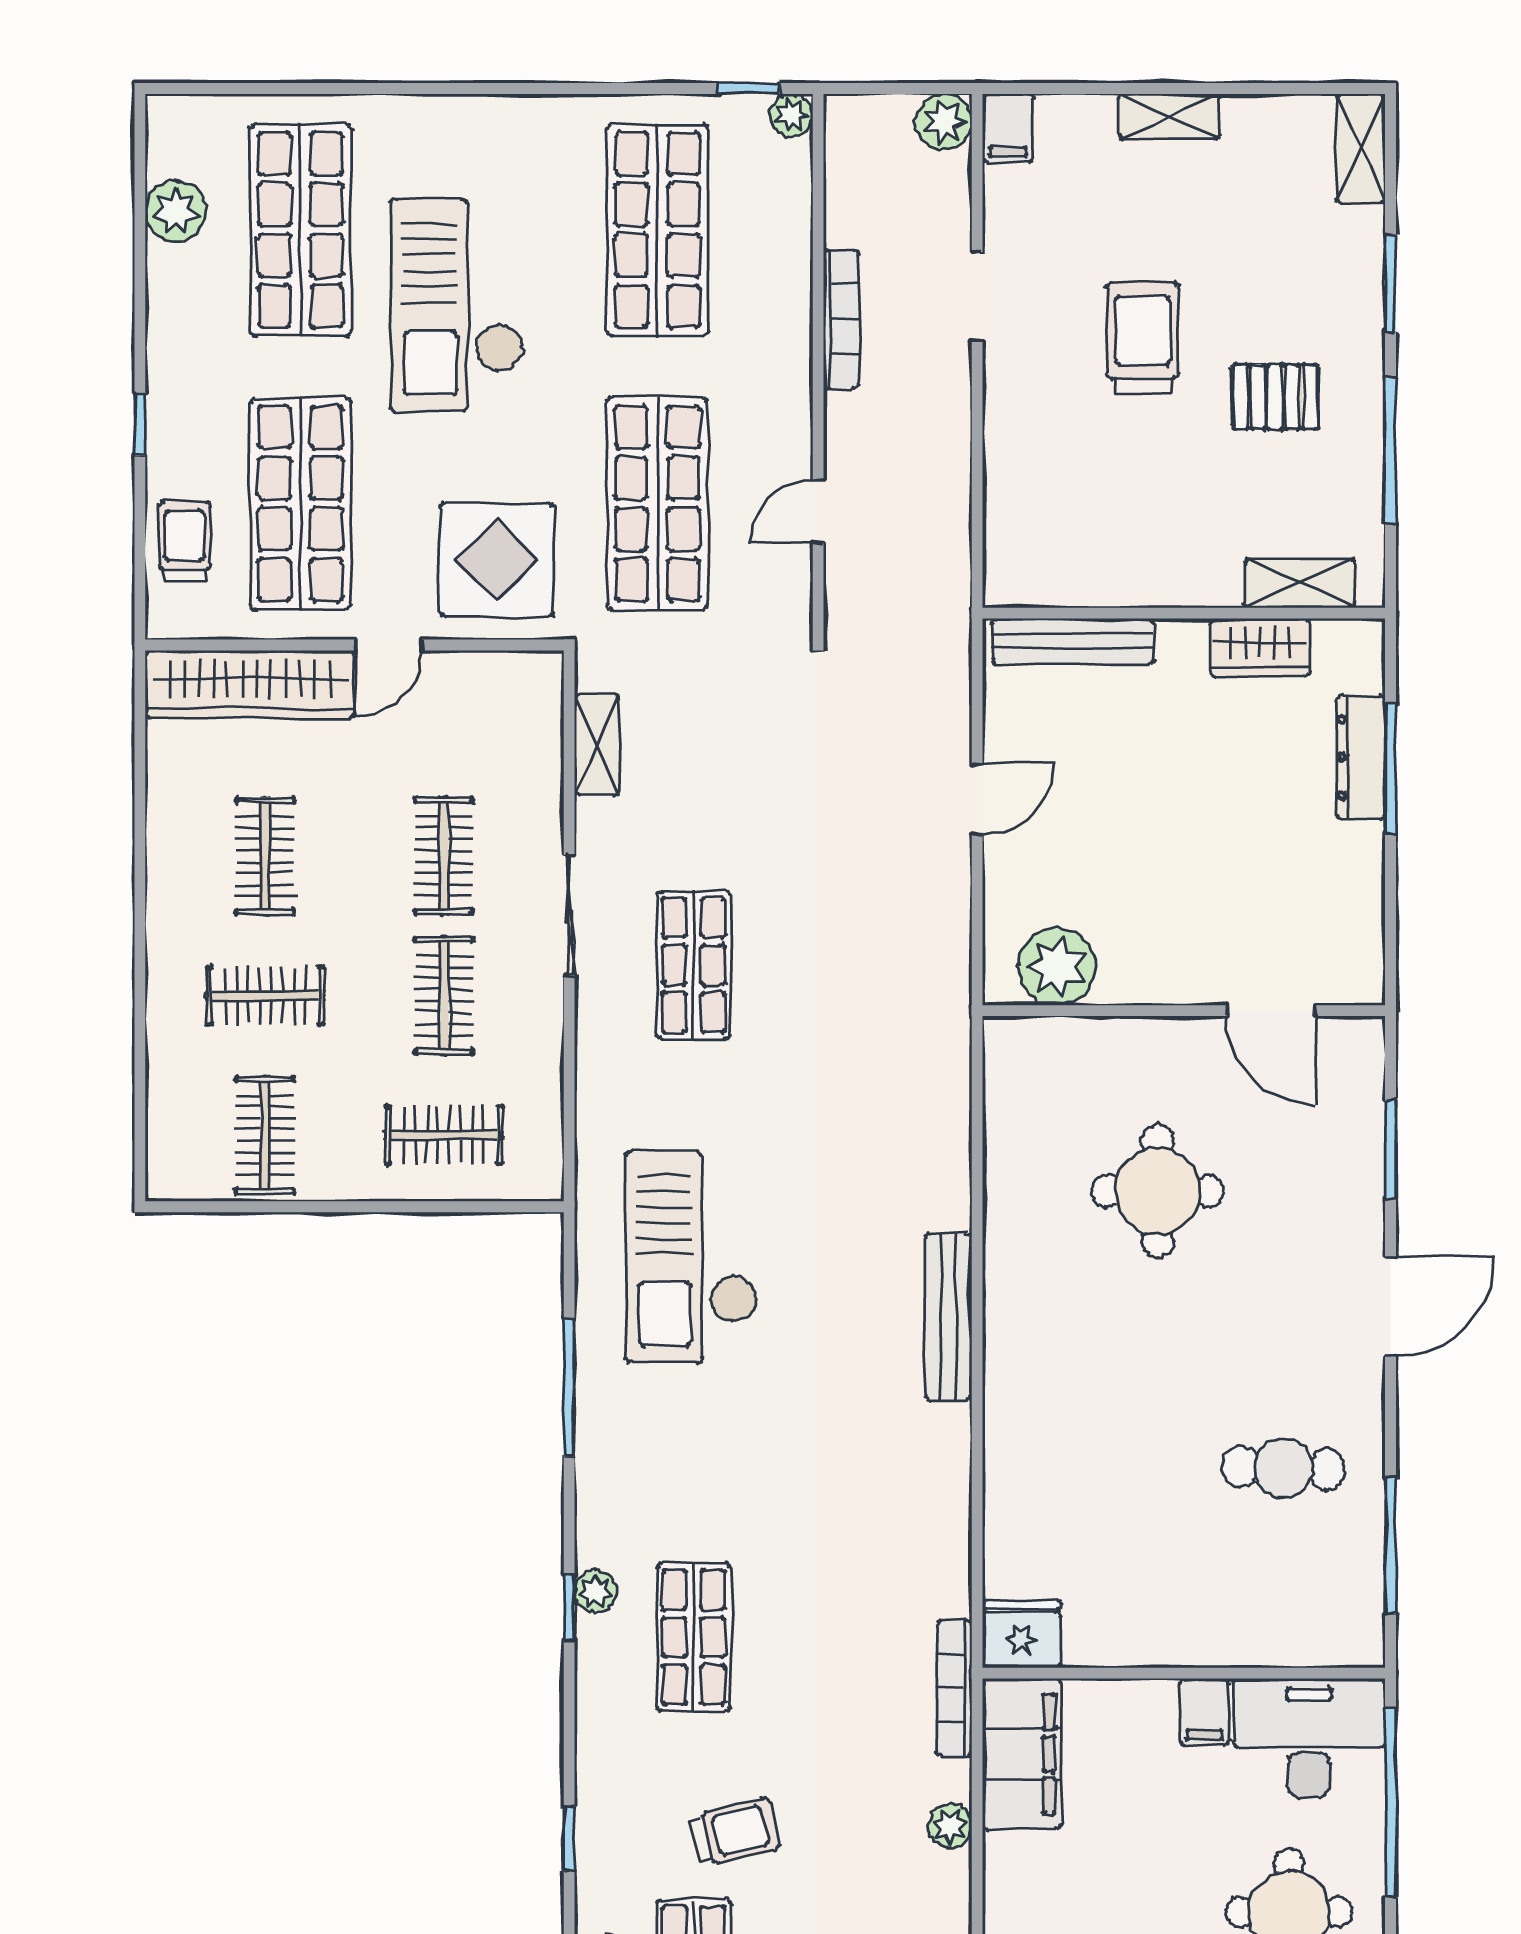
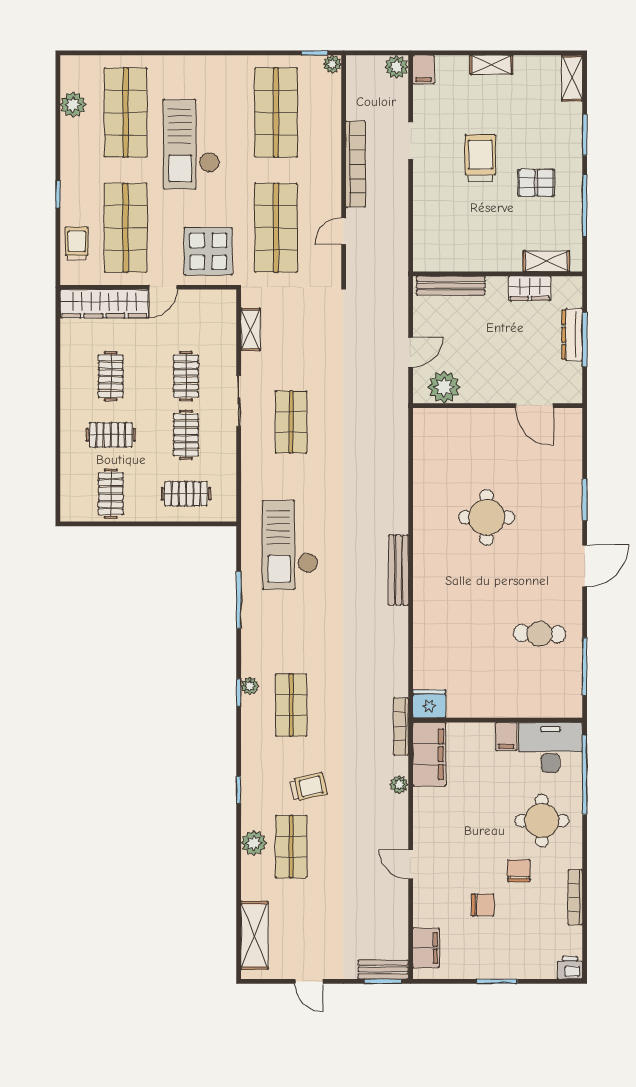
bookcase: (841, 319) -> (356, 164), width x1.48, depth x1.31
plant: (1057, 967) -> (444, 387), moved
wall: (1184, 1011) -> (498, 406), moved
door: (1271, 1011) -> (534, 406), moved

